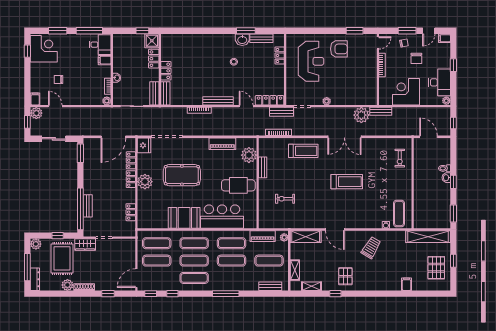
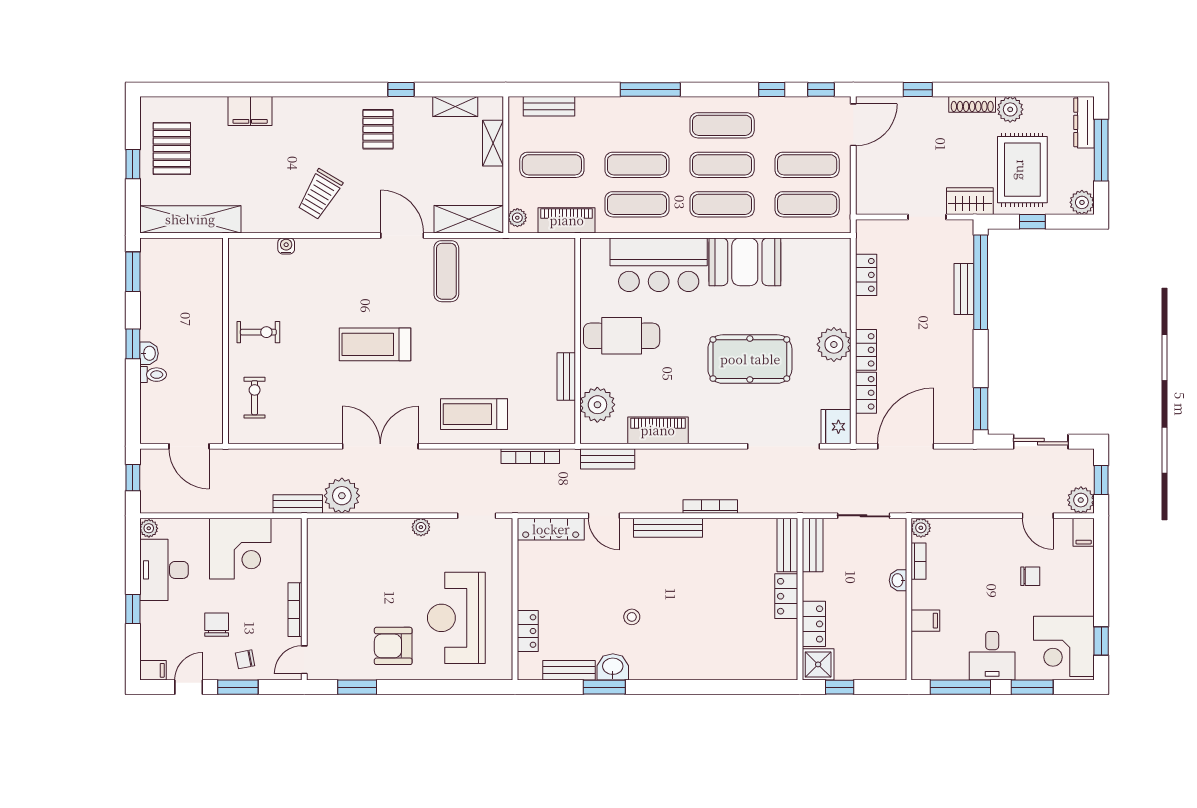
desk: (100, 45) -> (992, 656), moved, turned -90
bench: (281, 112) -> (608, 459), moved
exercise bike: (285, 199) -> (258, 332), moved
exercise mat: (399, 213) -> (446, 271), moved
filing cabinet: (407, 284) -> (250, 111), width x2.00

